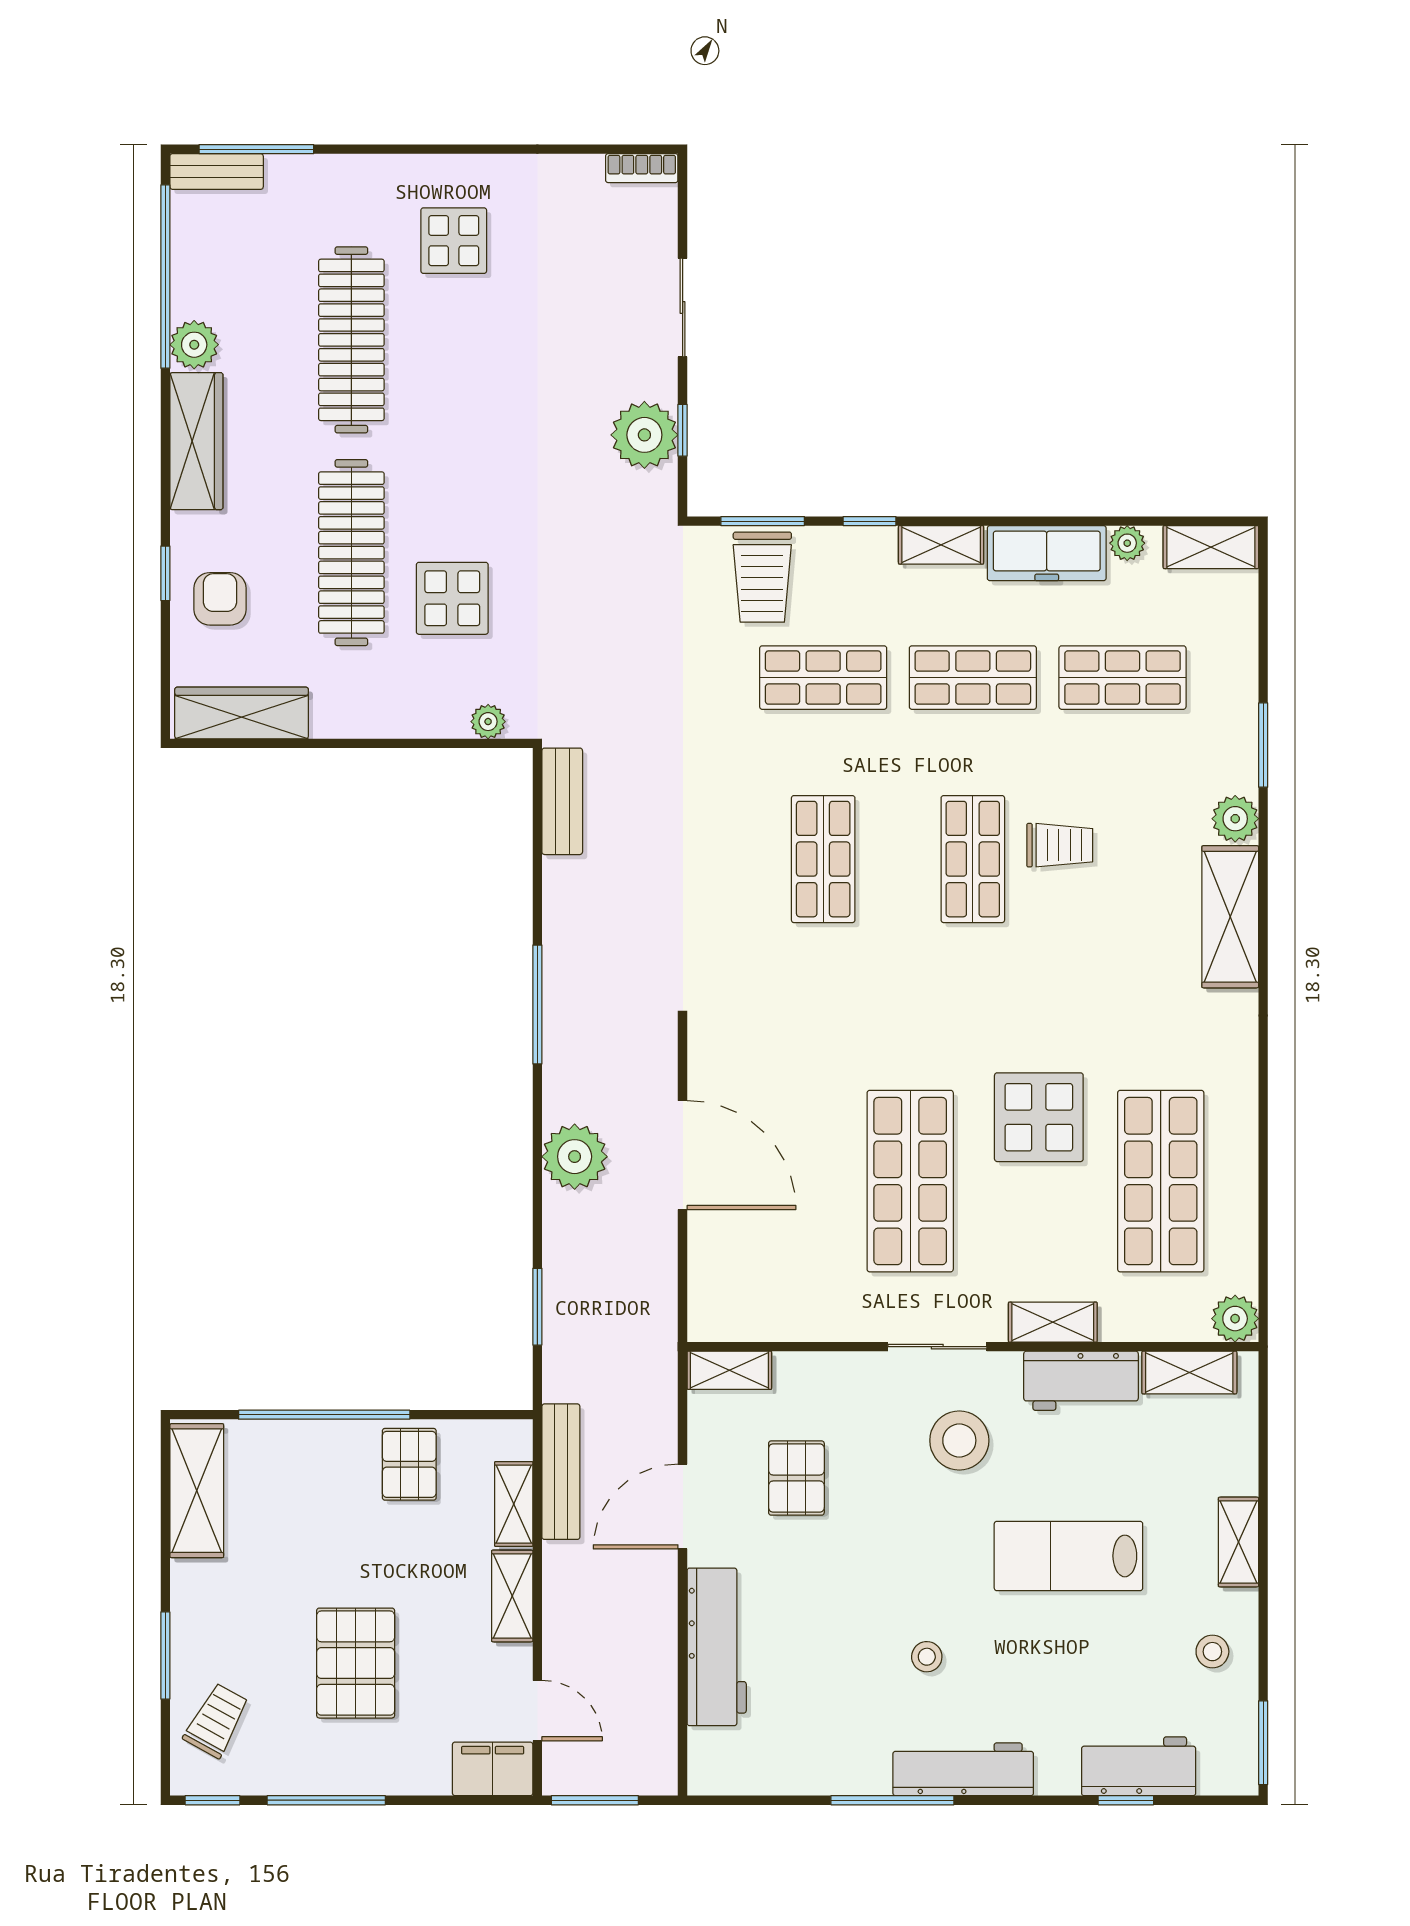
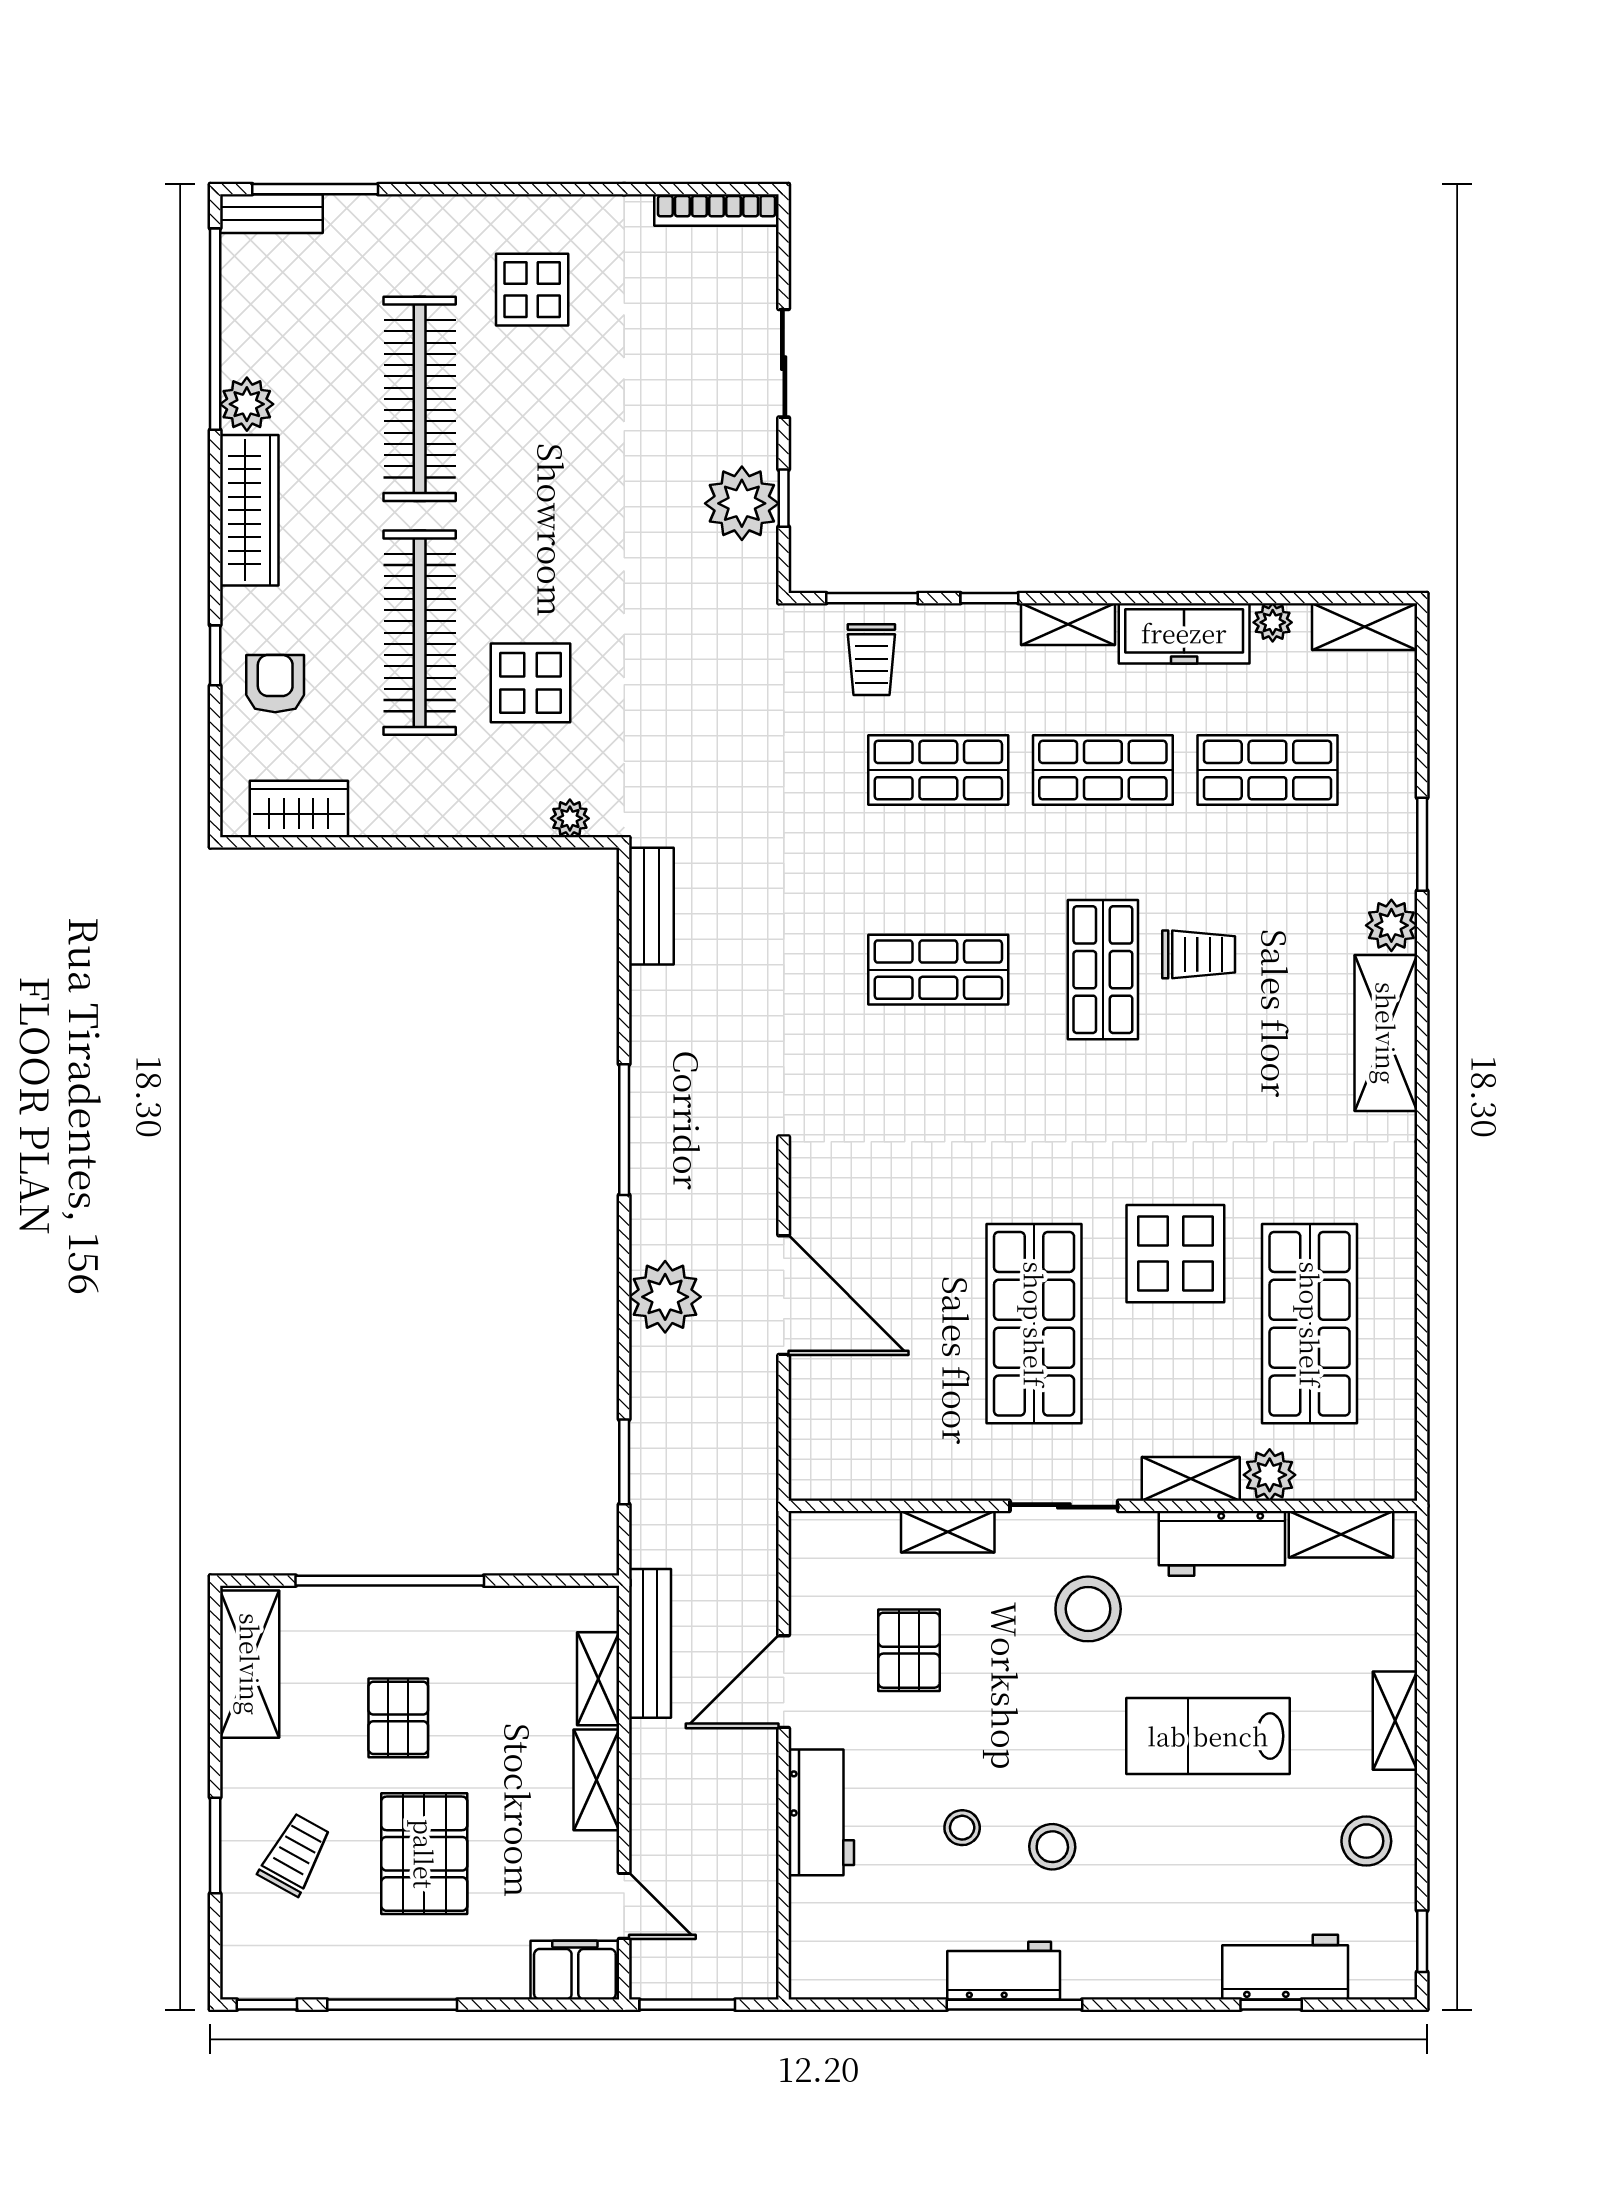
bookcase: (642, 168) -> (717, 210), width x1.56
trolley: (762, 577) -> (871, 660), width x0.73, depth x0.72
wardrobe: (242, 713) -> (299, 809), width x0.67
shop shelf: (823, 859) -> (938, 970), turned 90
plant: (1235, 1319) -> (1270, 1475), moved
shelving: (729, 1370) -> (948, 1532), moved
pallet: (409, 1464) -> (398, 1718), moved
stool: (845, 1639) -> (962, 1828), added
workbench: (717, 1647) -> (821, 1812), width x0.73
stool: (1212, 1652) -> (1366, 1841), width x1.37, depth x1.37
stool: (927, 1657) -> (1052, 1847), width x1.37, depth x1.37
trolley: (216, 1721) -> (295, 1854), moved
window: (1263, 1743) -> (1422, 1941), width x0.67
workbench: (963, 1769) -> (1004, 1971), moved, width x0.73

